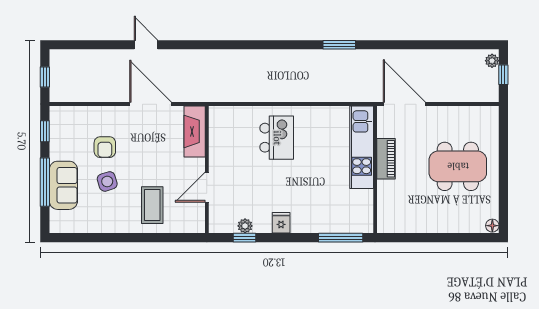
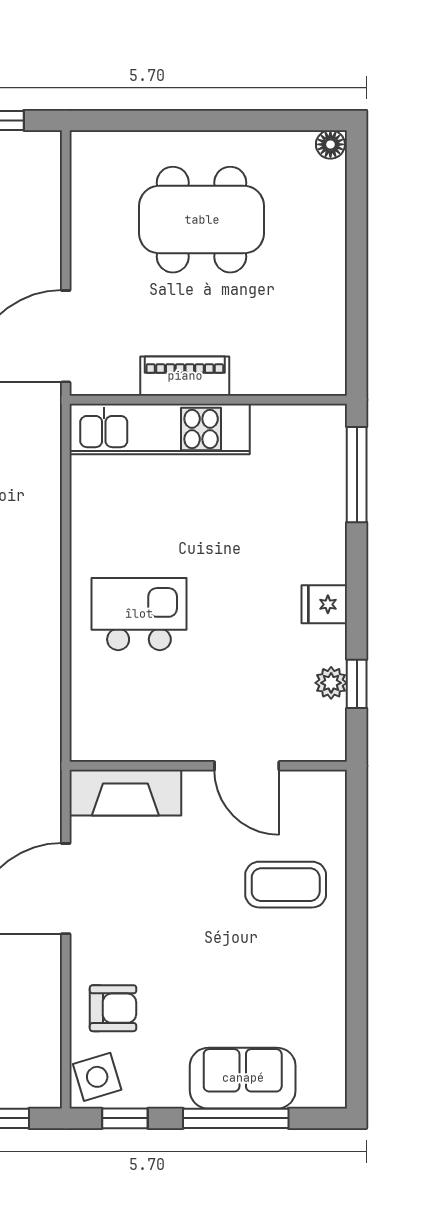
armchair: (105, 147) -> (113, 1008), moved
dining table: (458, 166) -> (202, 220), turned 90
side table: (107, 181) -> (97, 1077), moved

